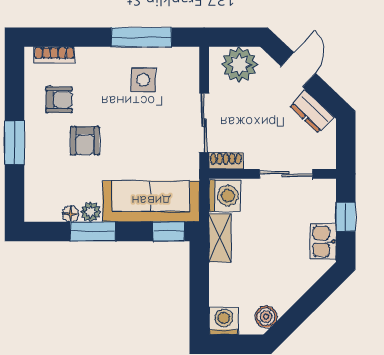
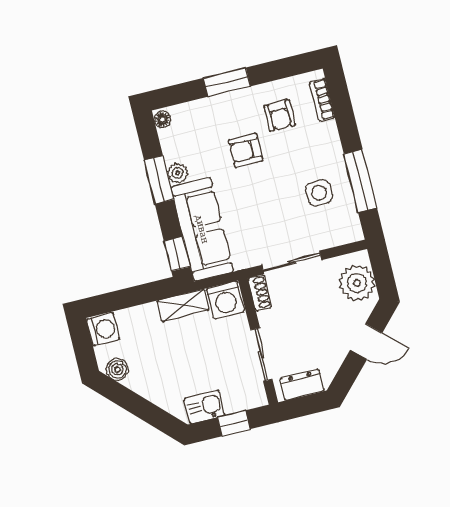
dresser: (312, 111) -> (302, 385), moved, turned 46
floor lamp: (70, 214) -> (162, 119), moved

